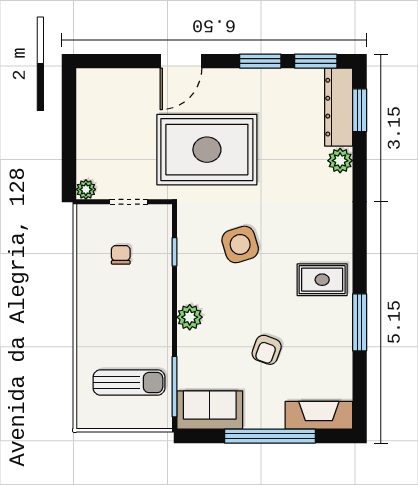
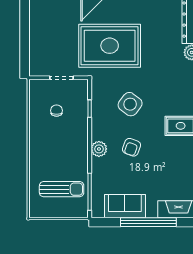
plant: (86, 189) -> (35, 70), removed
side table: (240, 244) -> (130, 104), turned -36
armchair: (267, 350) -> (132, 147), moved
sofa: (210, 410) -> (125, 206), moved

